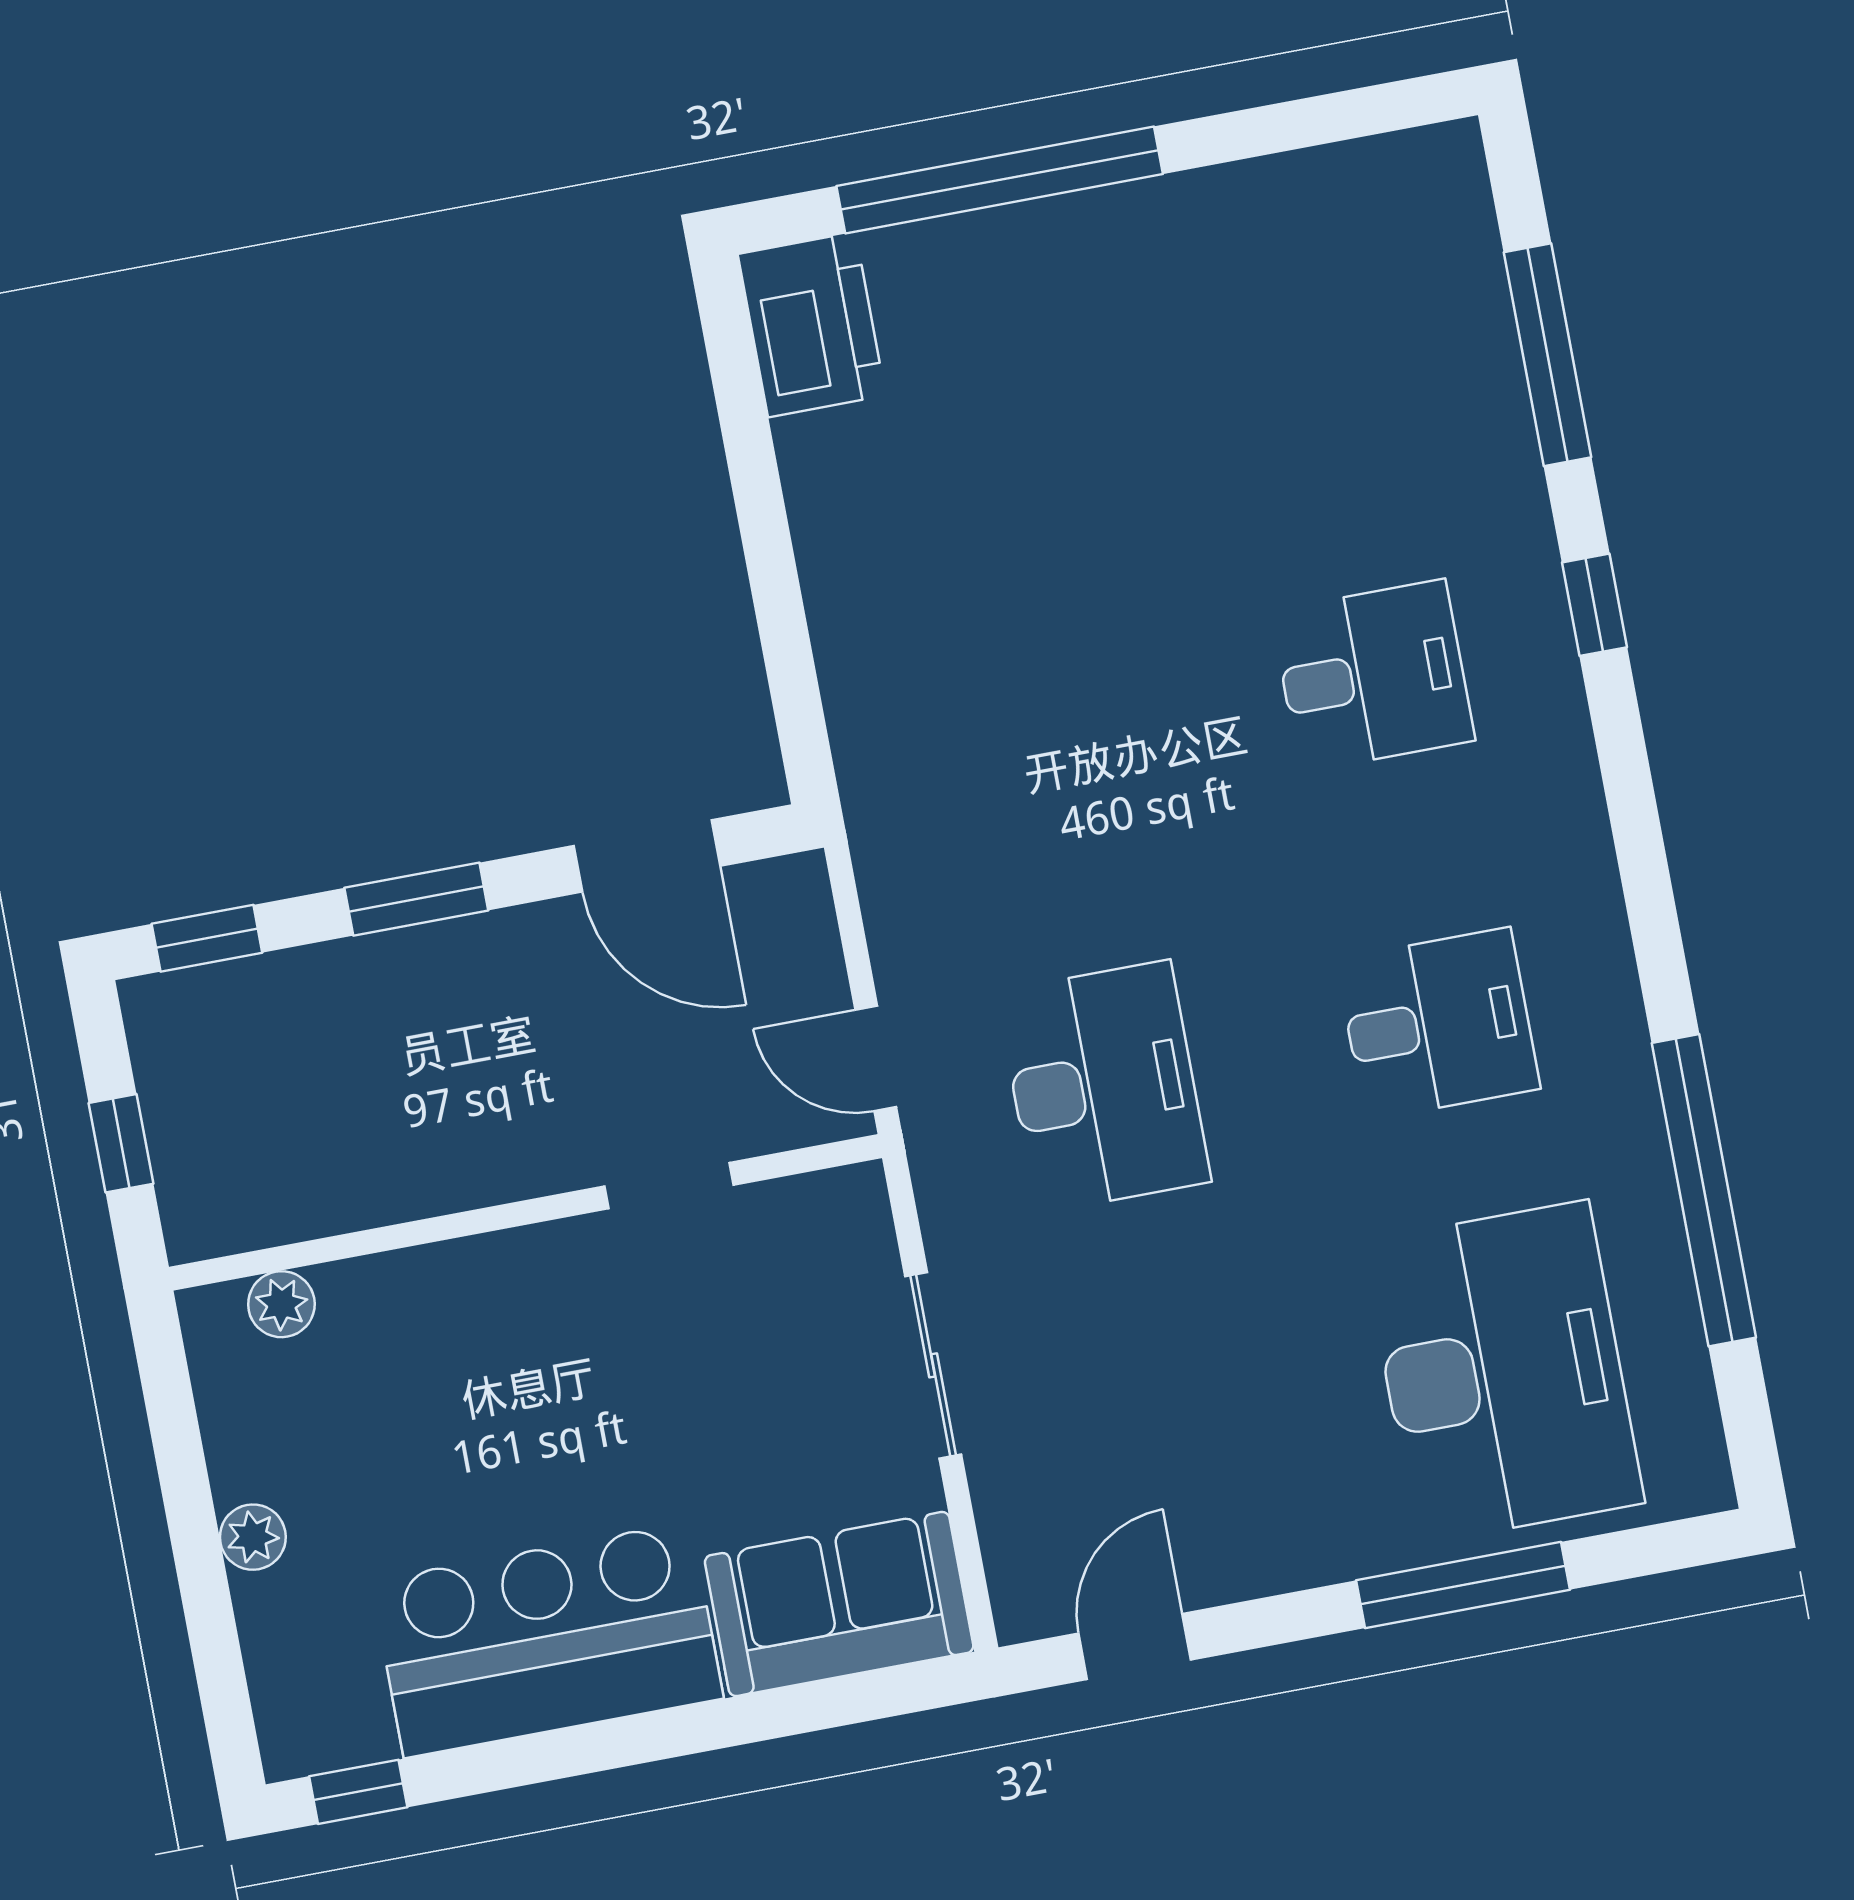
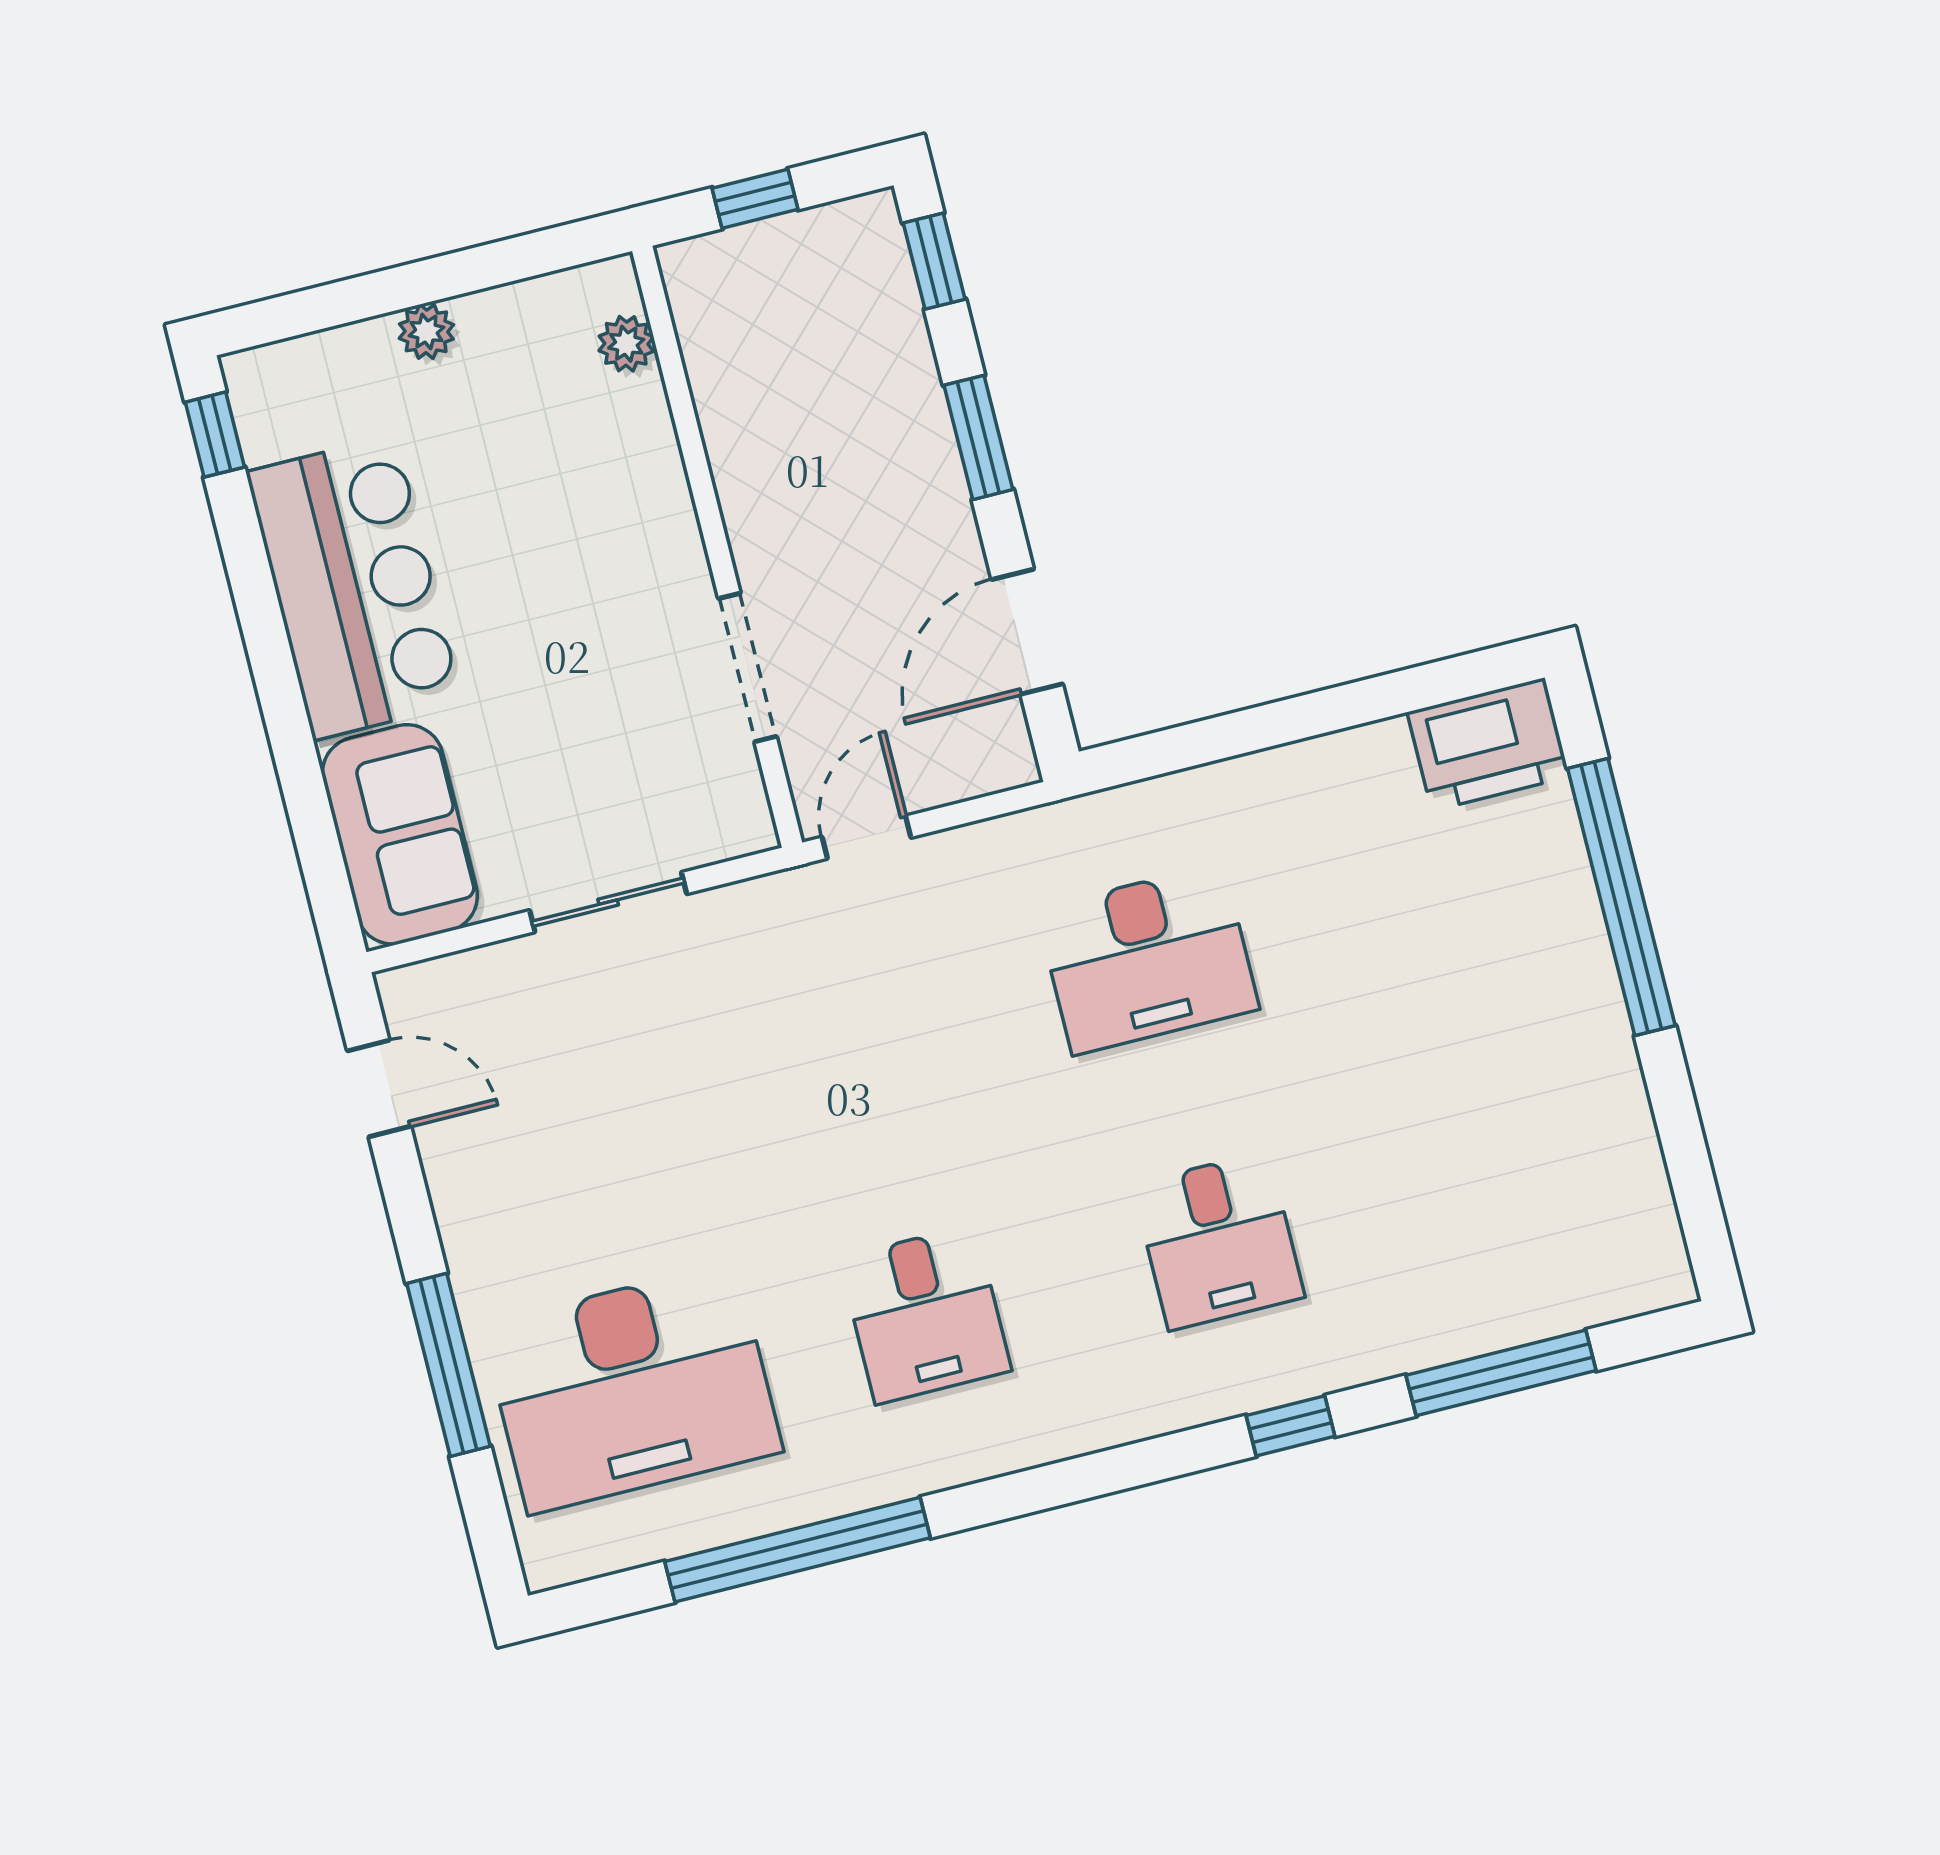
desk: (1104, 1087) -> (1148, 959), moved
doorway: (669, 1186) -> (747, 668), width x1.38

